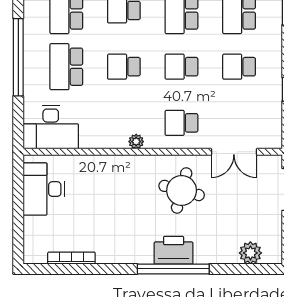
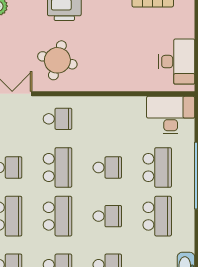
school desk: (181, 67) -> (57, 167), width x1.85
plant: (136, 142) -> (97, 103), removed

